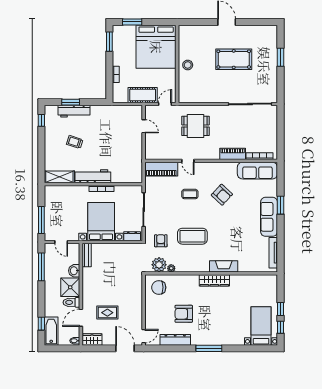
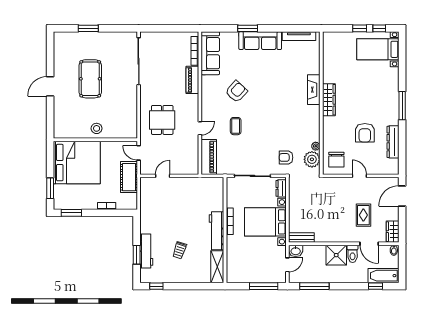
coffee table: (192, 236) -> (281, 123), removed
washbasin: (74, 271) -> (296, 251), moved
door: (144, 336) -> (359, 176), moved

